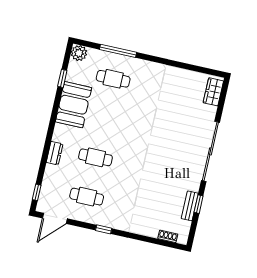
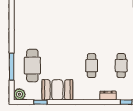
cafe table: (113, 79) -> (32, 66), width x1.37, depth x1.35
dresser: (55, 153) -> (108, 96), moved

